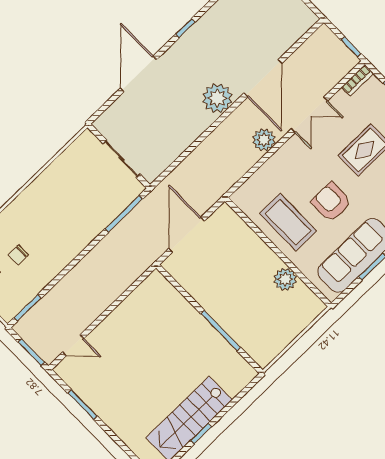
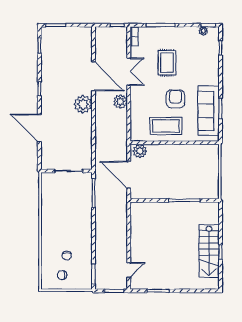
armchair: (331, 202) -> (175, 99), turned 90
plant: (285, 279) -> (140, 151), moved

